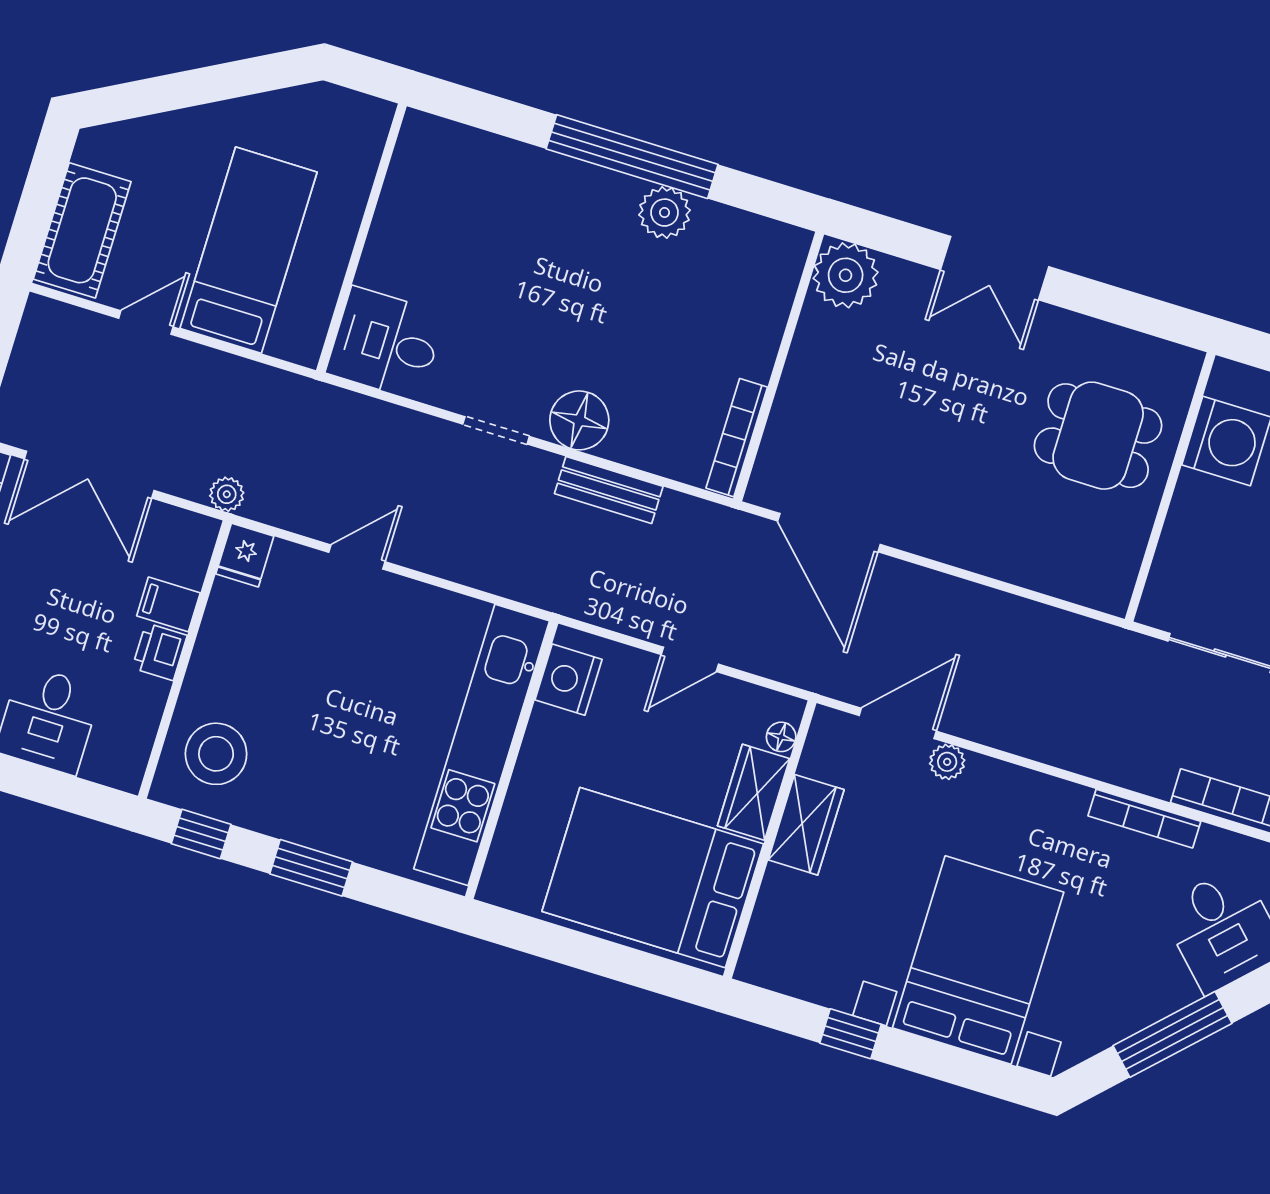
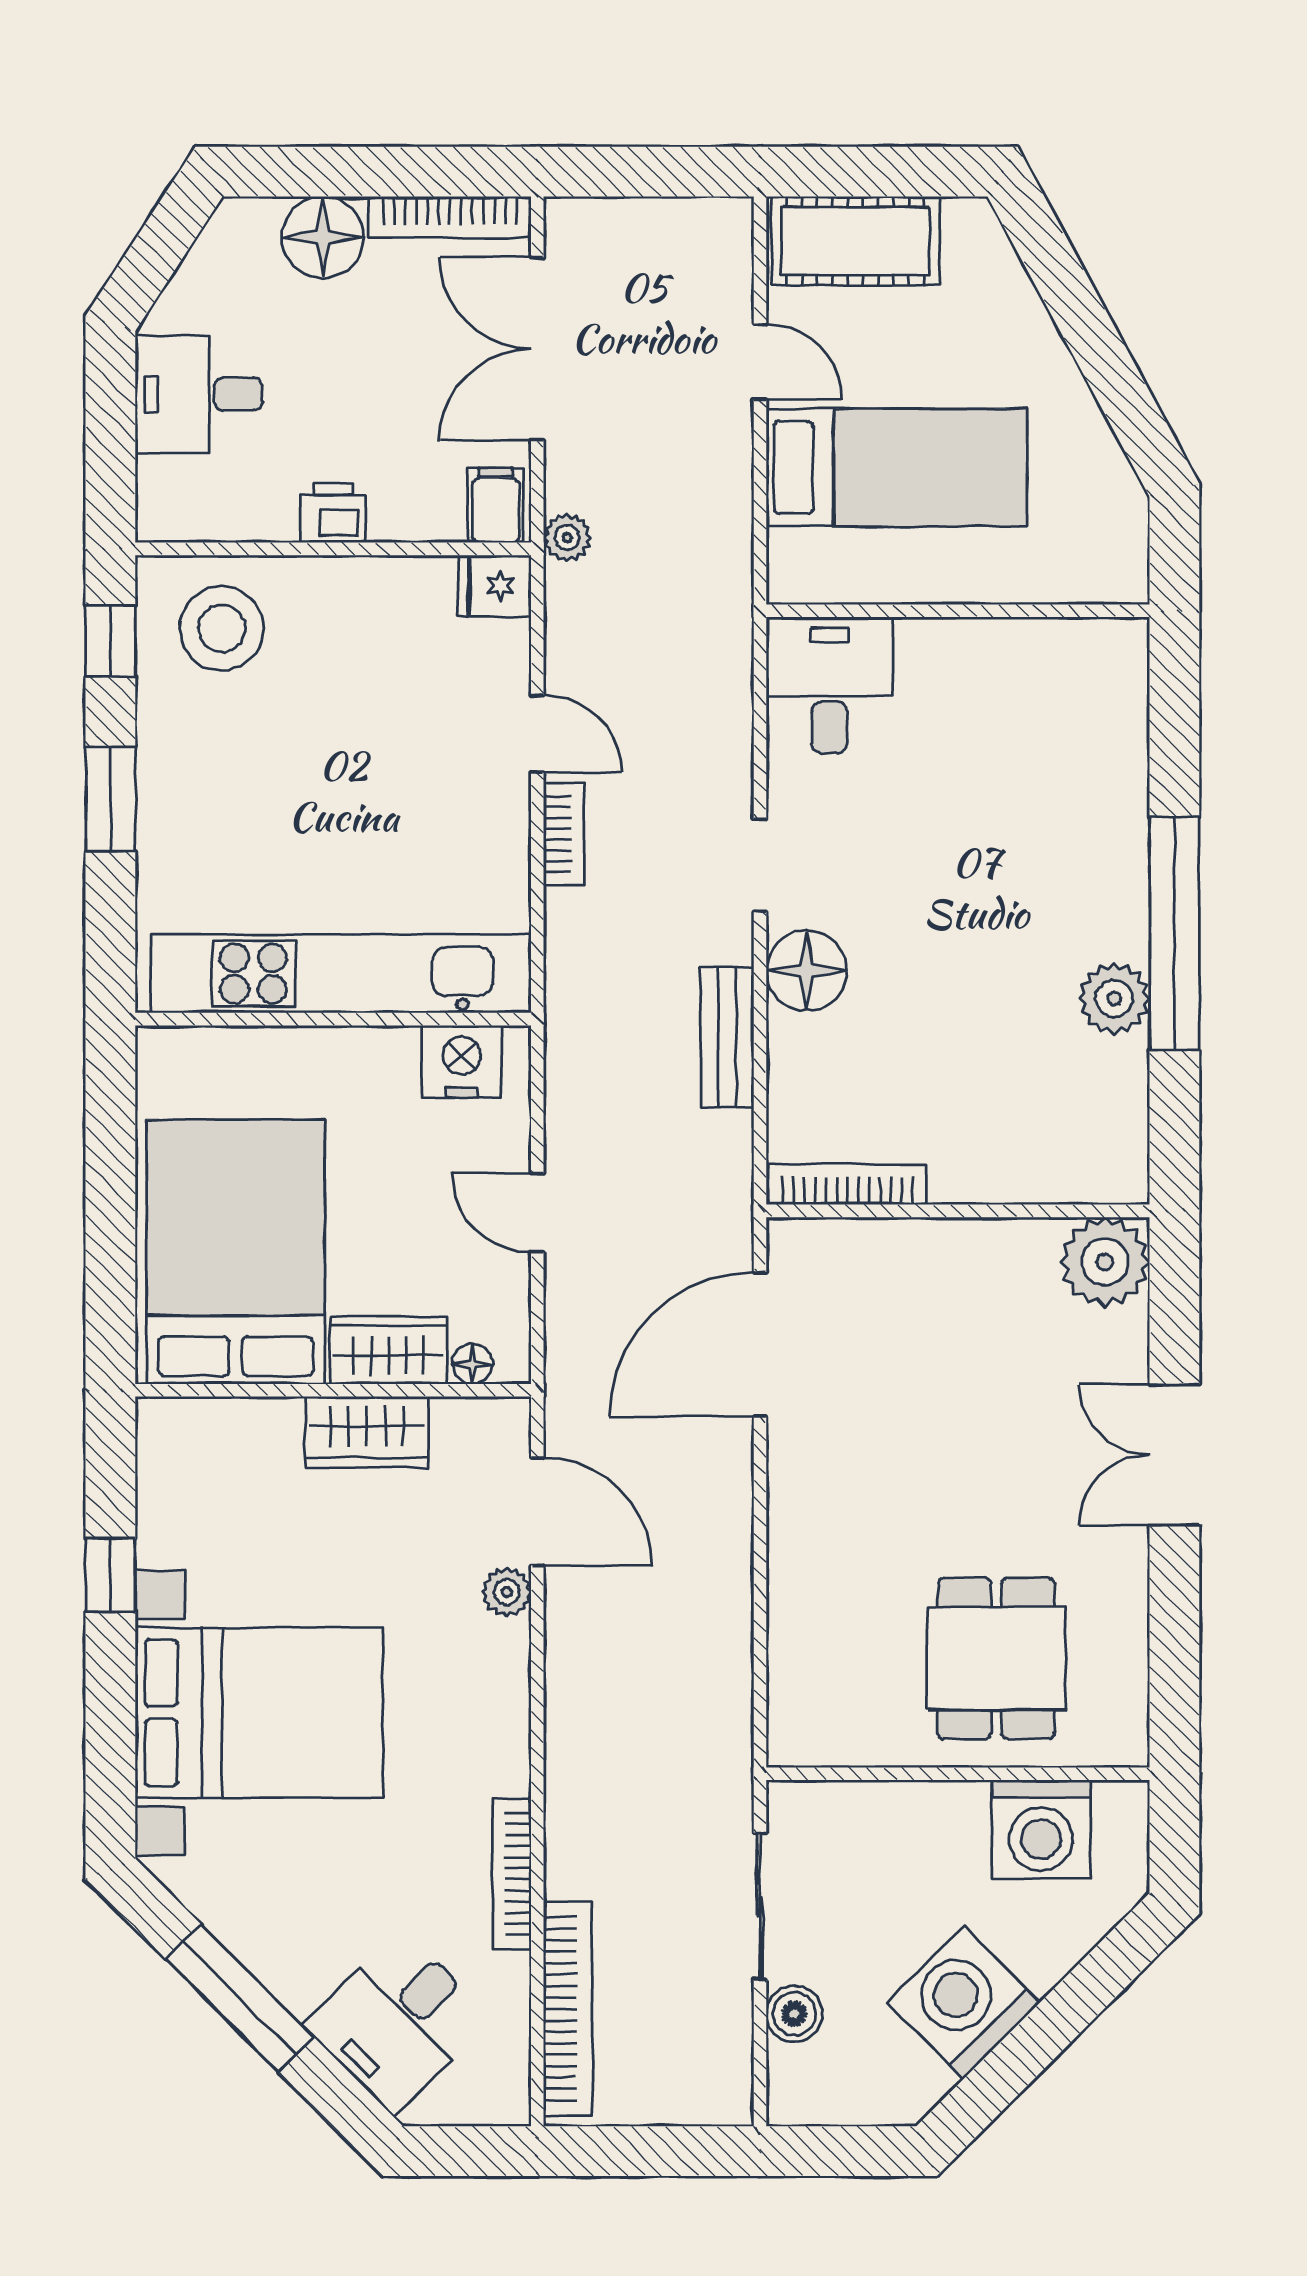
bookcase: (432, 560) -> (564, 834), added
filing cabinet: (168, 604) -> (496, 505), moved

